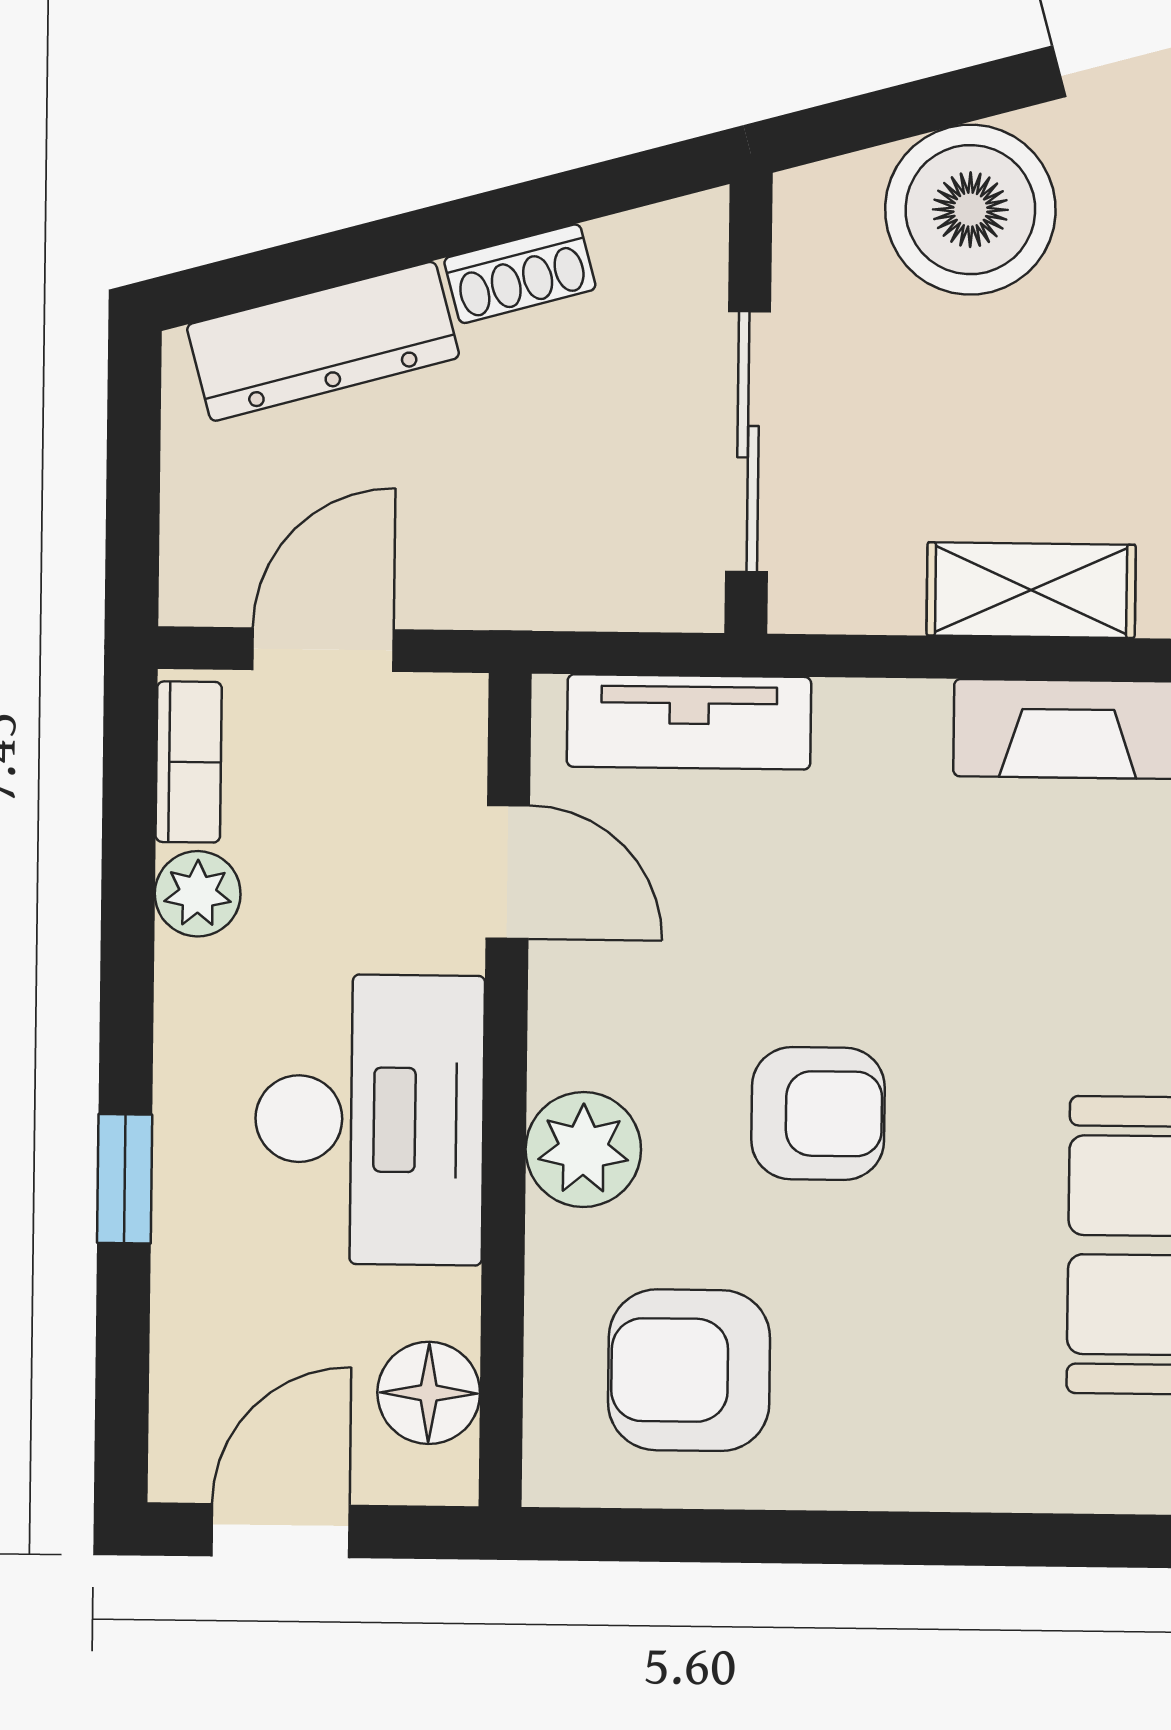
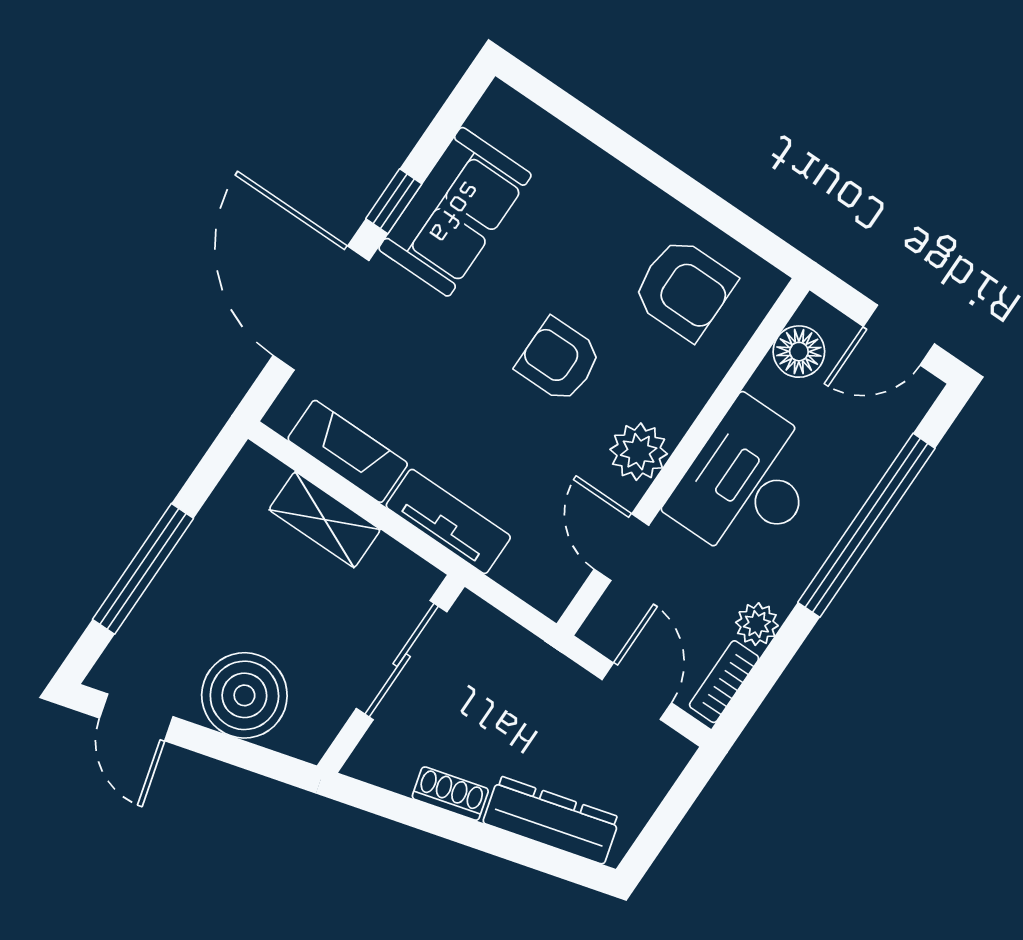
door: (323, 650) -> (637, 691), swing flipped
tv unit: (689, 722) -> (448, 521), moved
plant: (583, 1150) -> (639, 452), moved
window: (125, 1179) -> (866, 525), width x3.17

